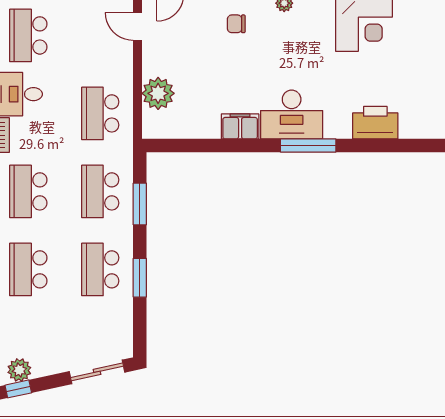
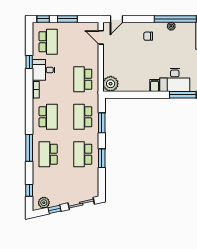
school desk: (28, 35) -> (48, 42), turned 180
plant: (158, 93) -> (111, 84), moved
filing cabinet: (240, 126) -> (154, 86), width x0.50
school desk: (28, 191) -> (48, 117), turned 180
window: (18, 389) -> (55, 209), moved

